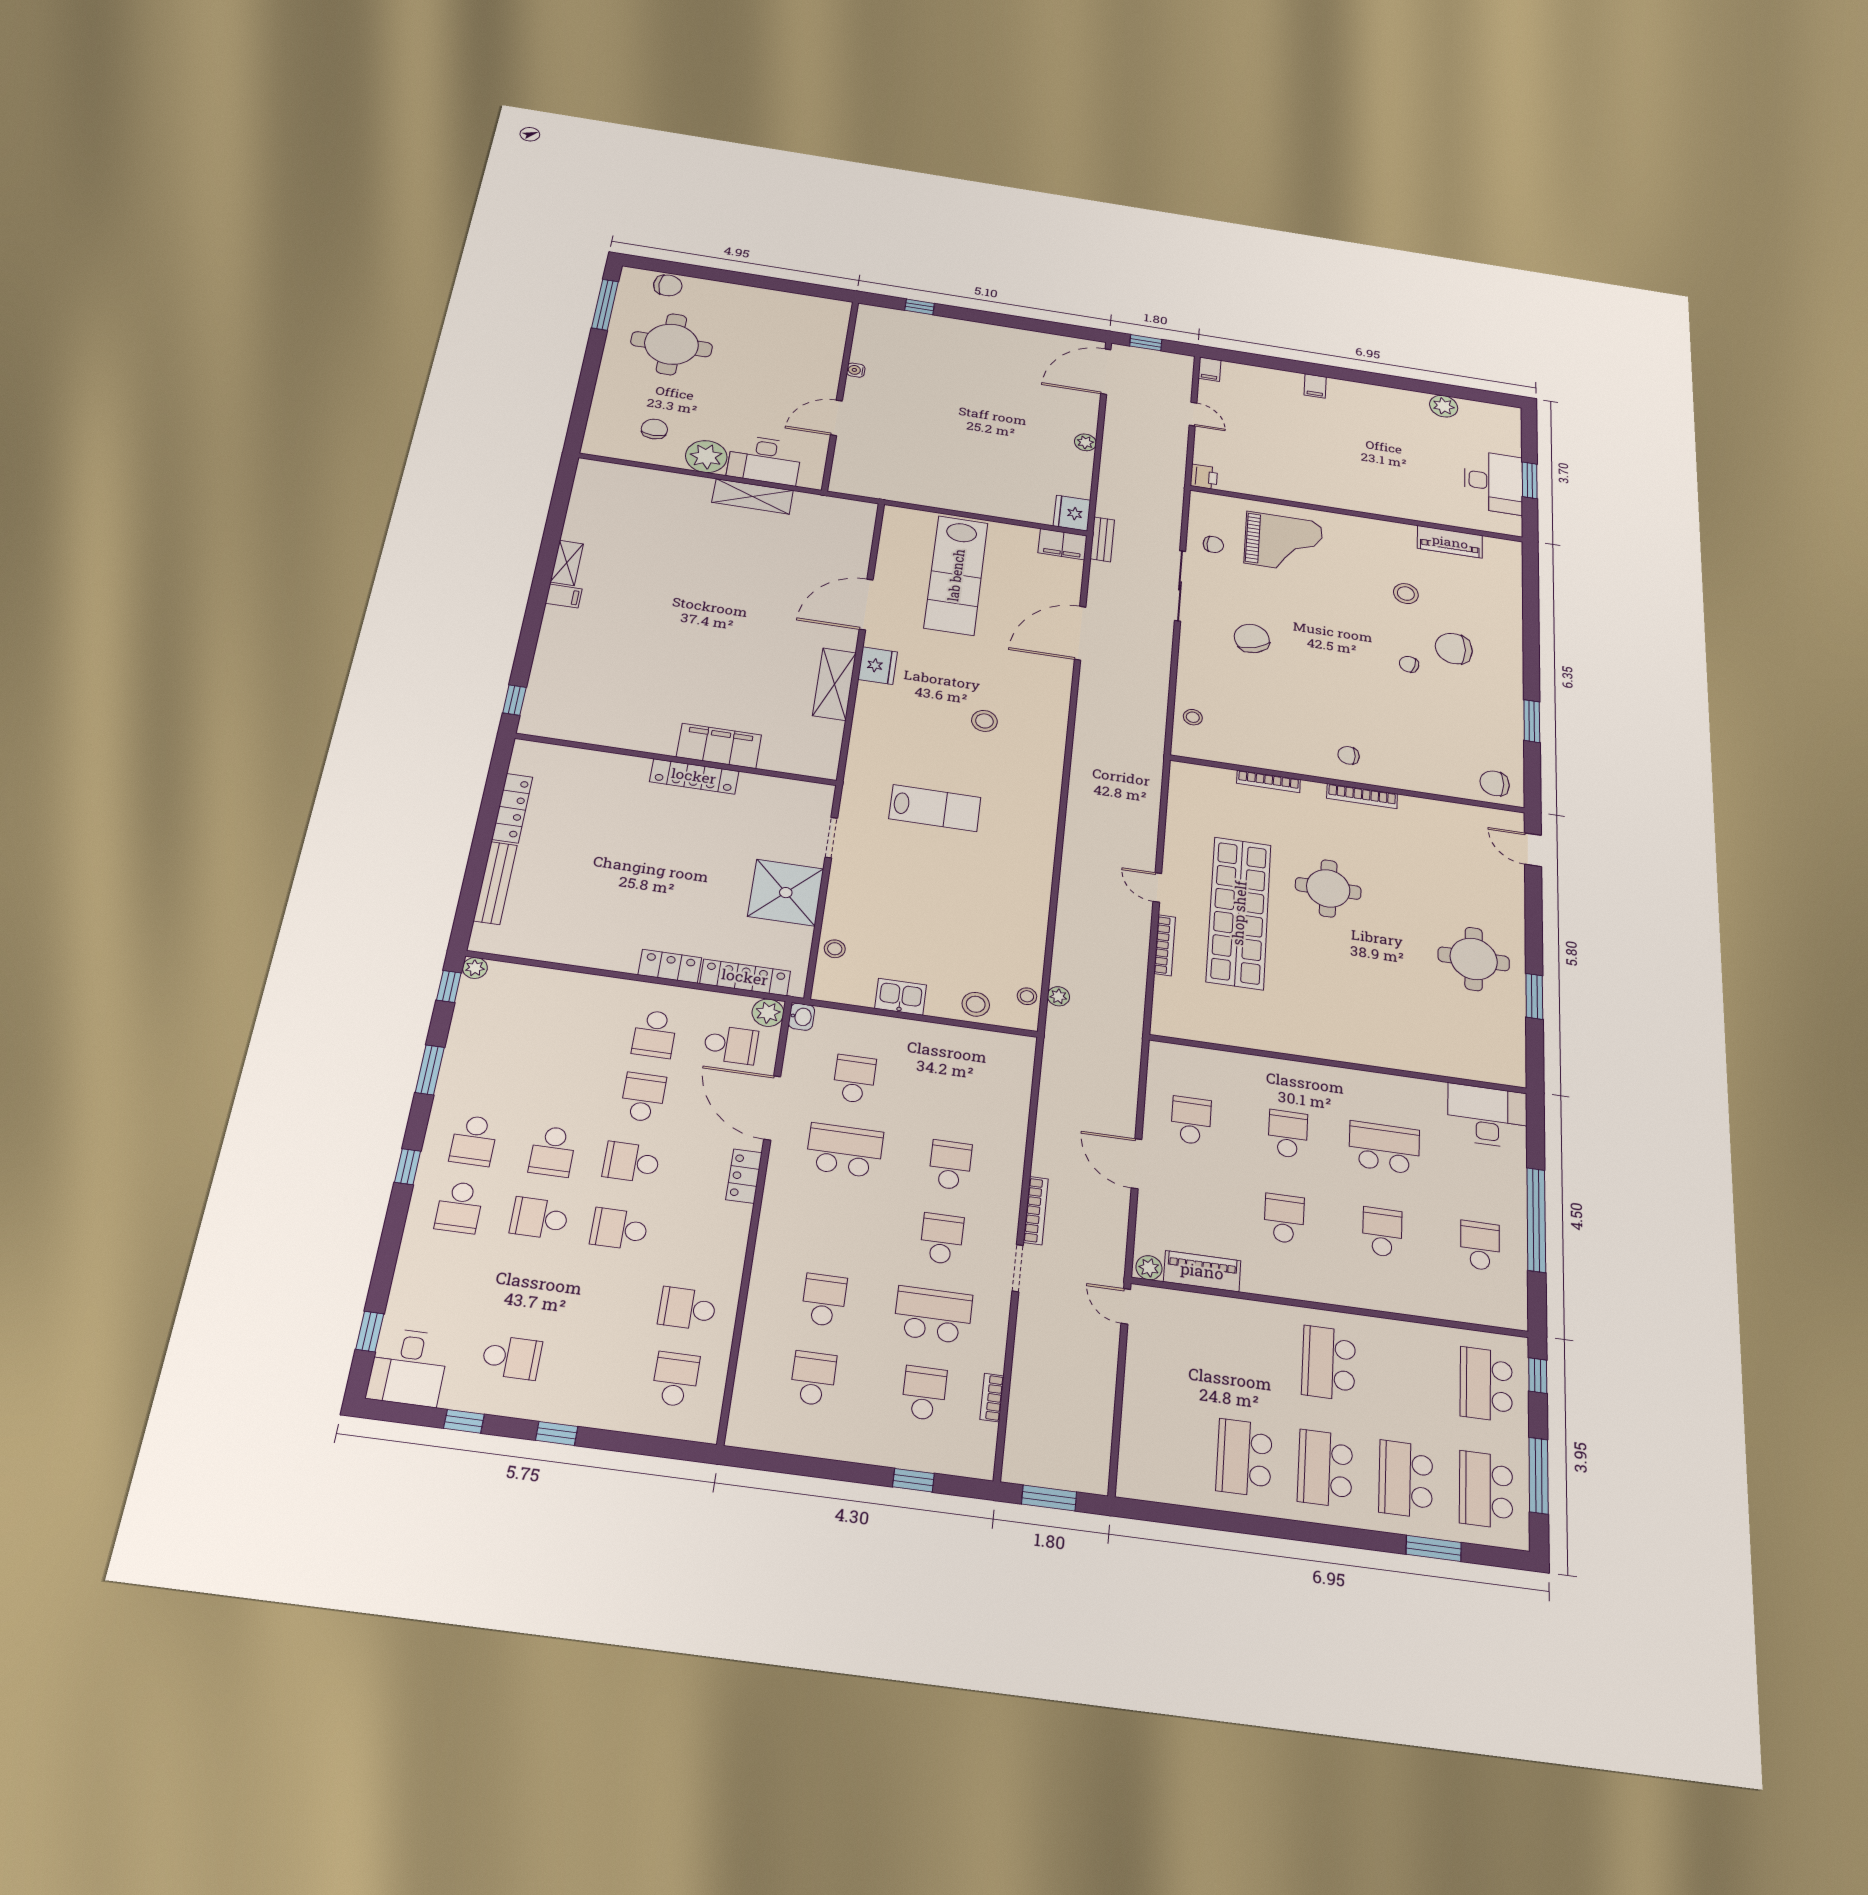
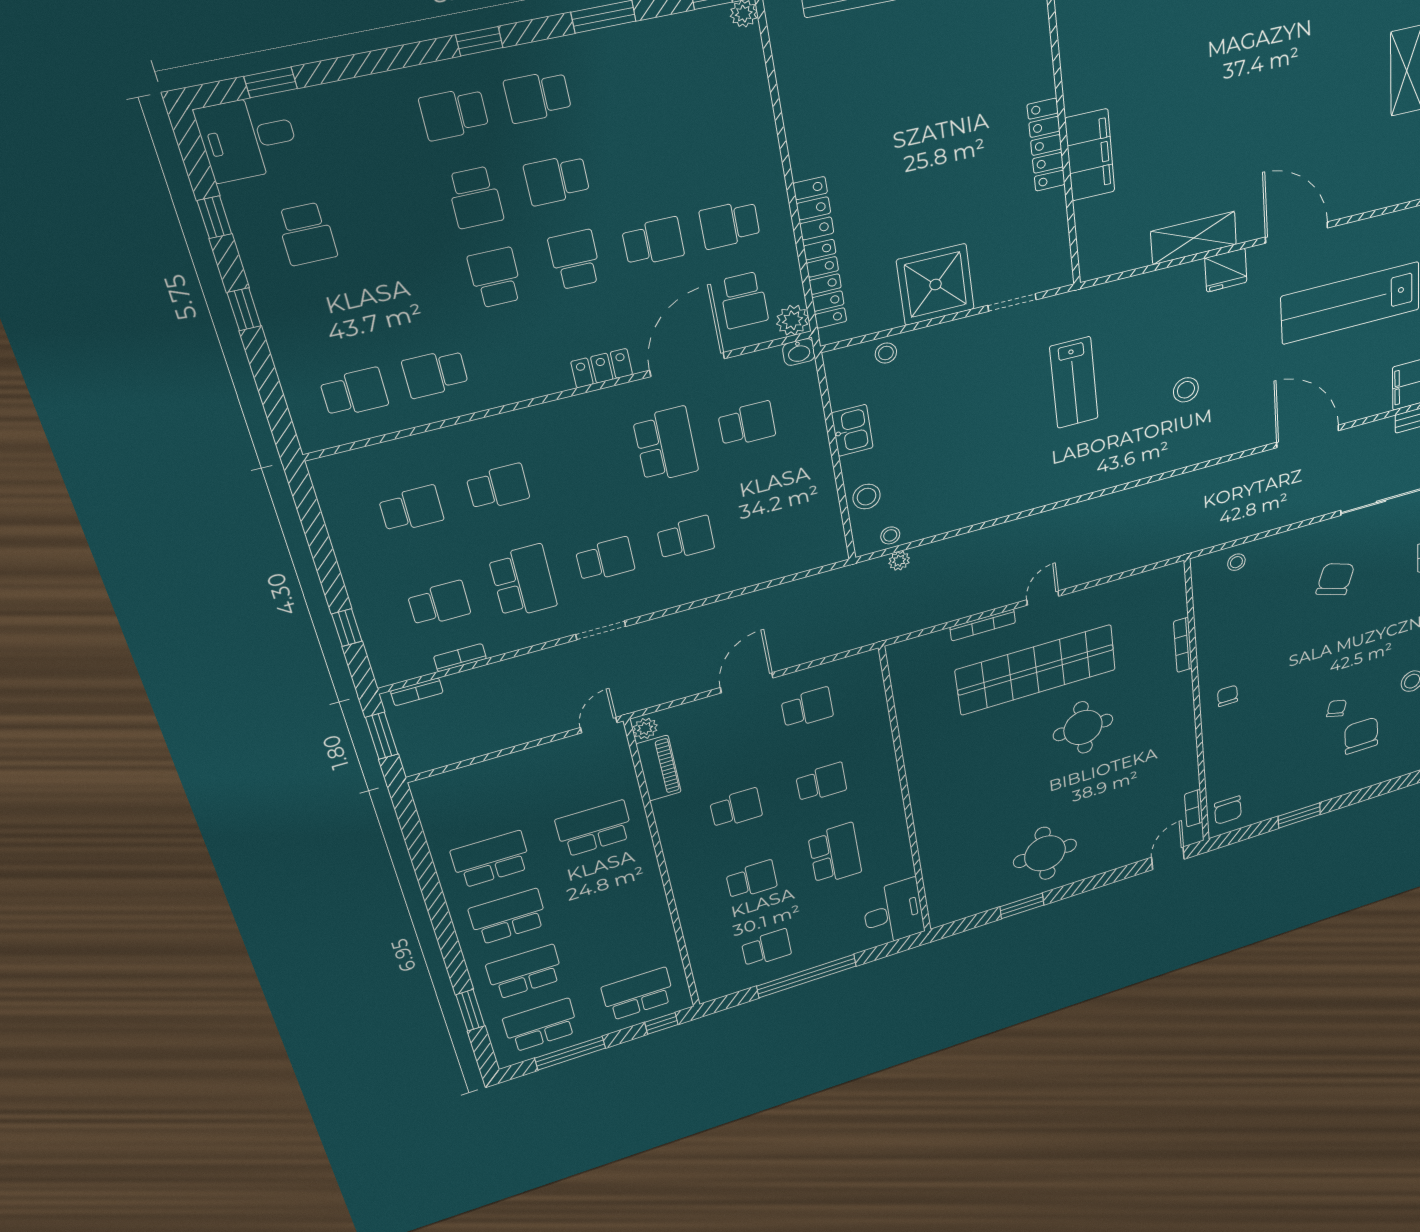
chair: (1252, 639) -> (1335, 579), turned -52
chair: (1495, 783) -> (1228, 810), turned 180
bookcase: (1362, 796) -> (1194, 808), moved, width x0.64
bookcase: (1036, 1210) -> (417, 692), moved, width x0.64
school desk: (539, 1218) -> (475, 197), turned 180
school desk: (687, 1309) -> (435, 373), turned -90
school desk: (1329, 1363) -> (594, 829), moved

